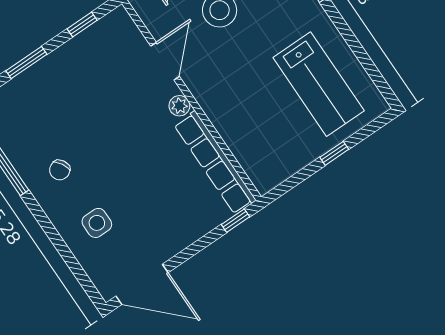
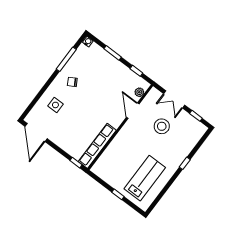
door: (165, 61) -> (133, 111), swing flipped
lab bench: (319, 84) -> (145, 178), turned 180
plant: (179, 106) -> (139, 92), moved

